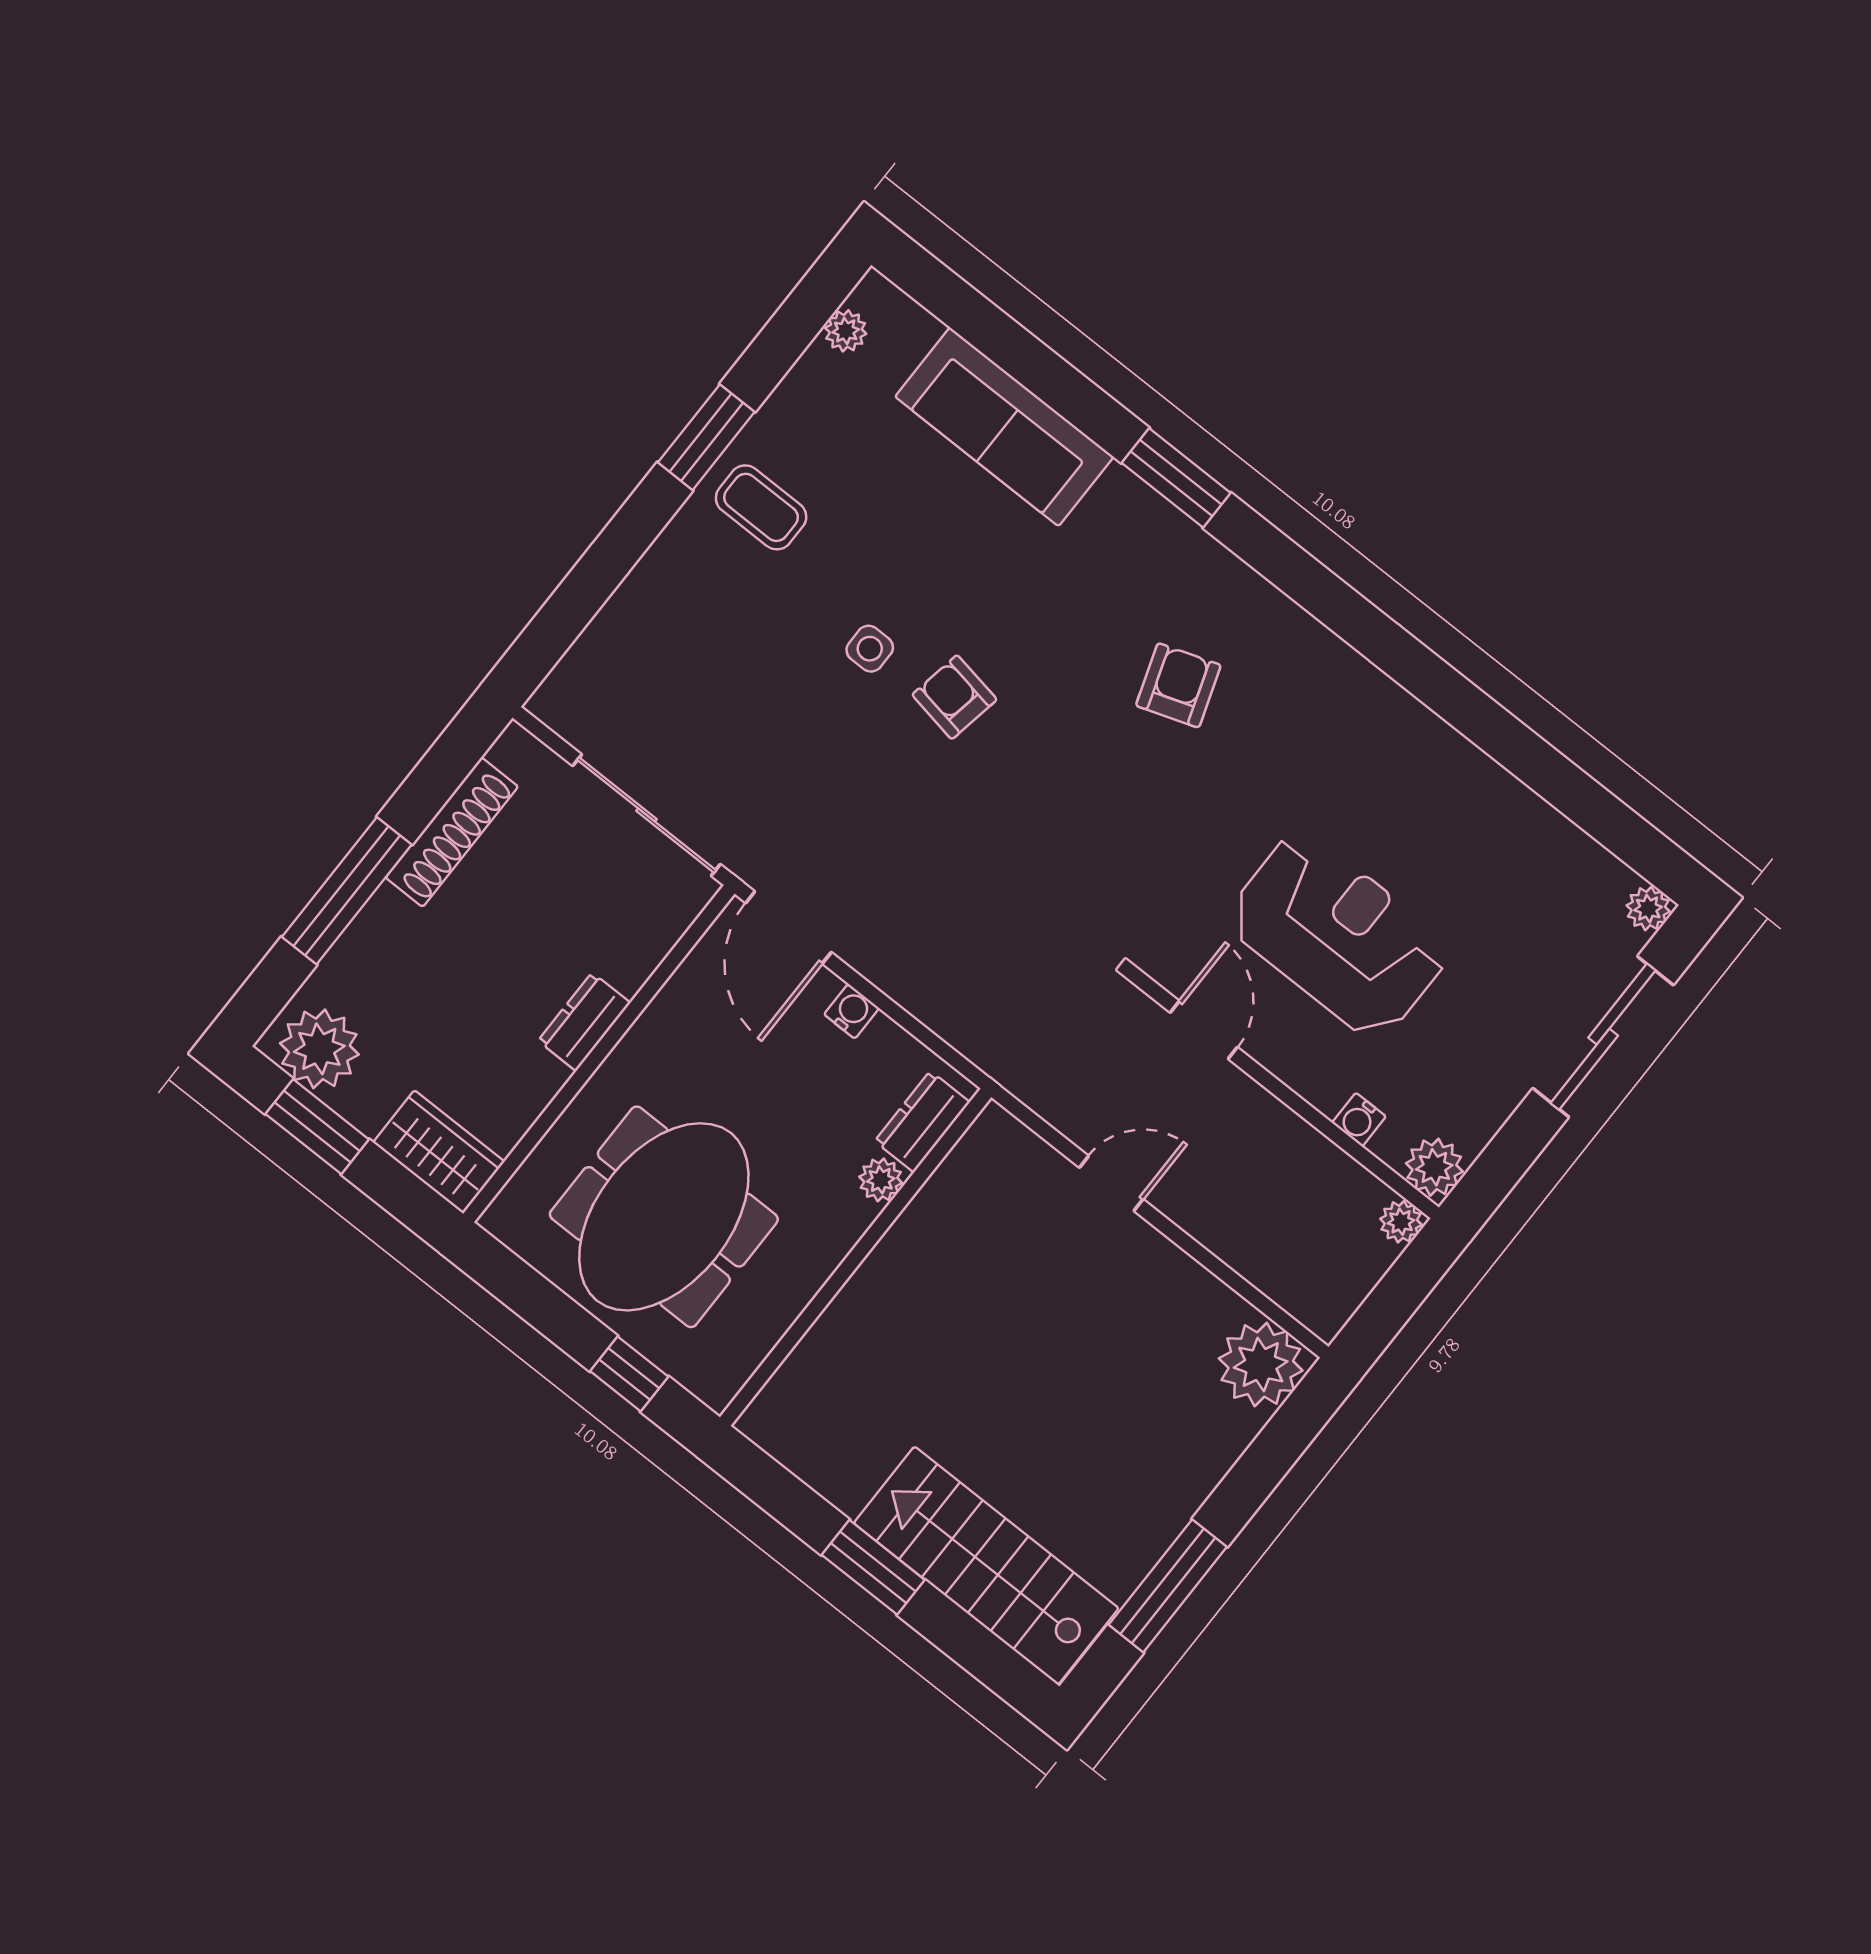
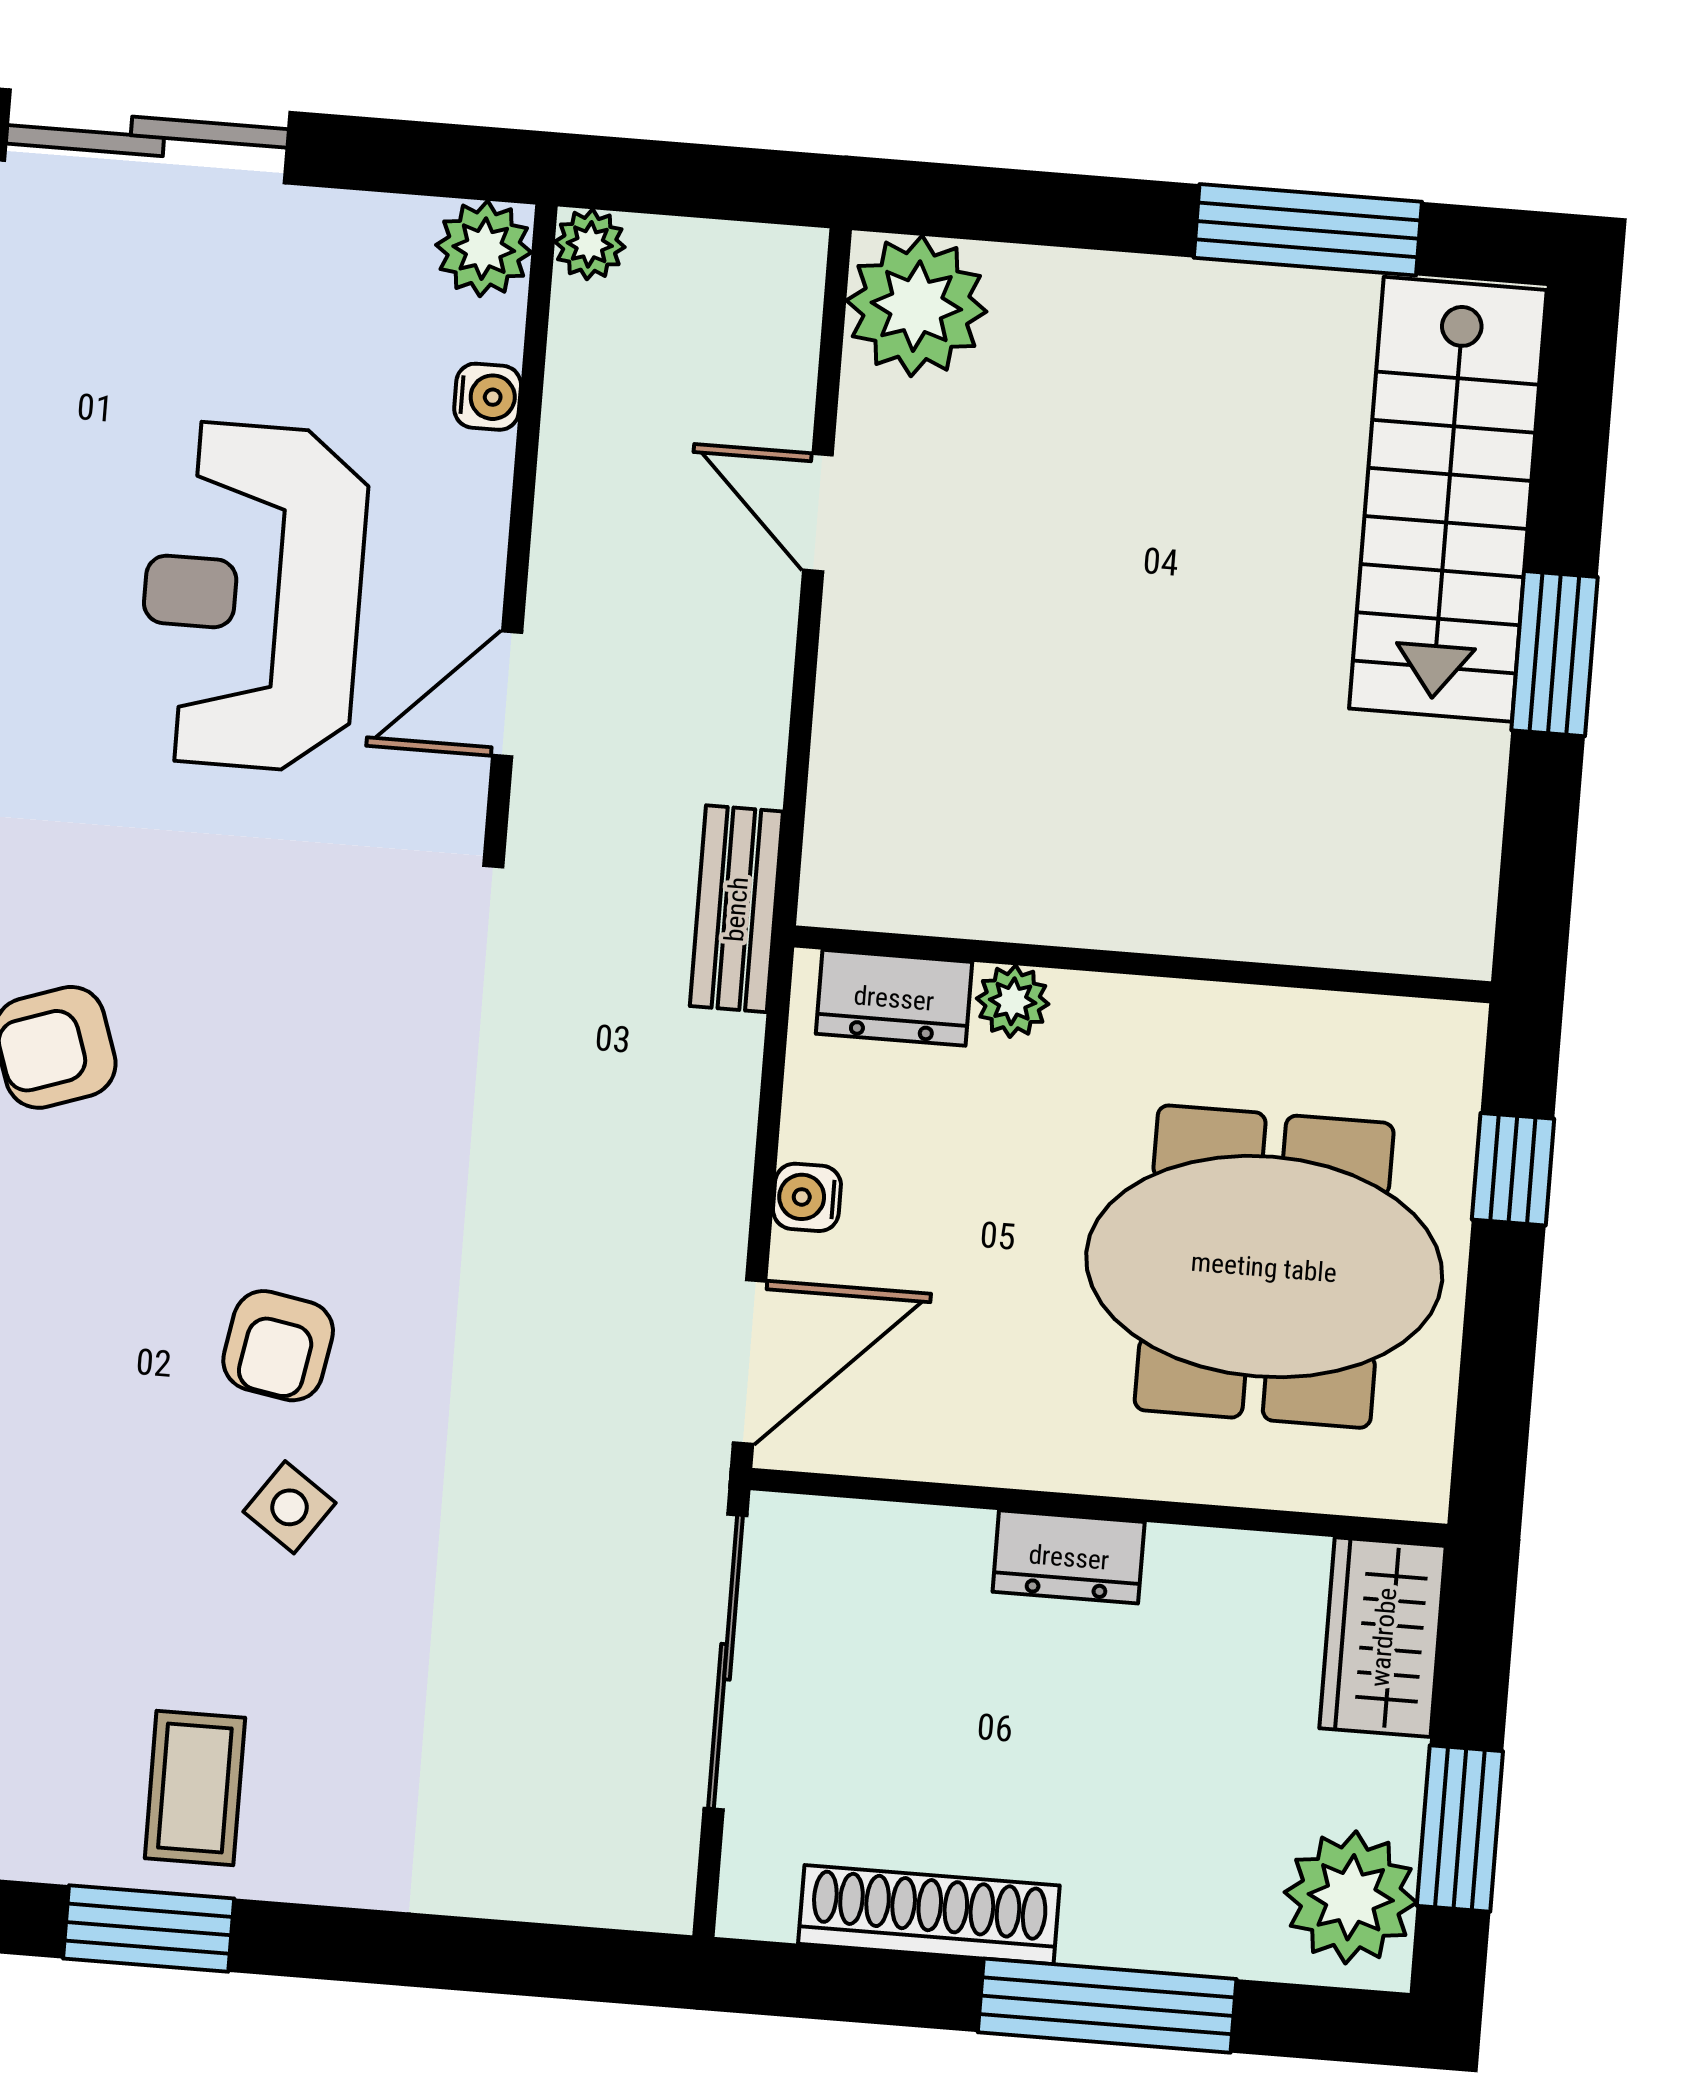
side table: (870, 649) -> (289, 1507), turned 35
bench: (1020, 1073) -> (736, 909), added
door: (1111, 1183) -> (818, 513), moved

